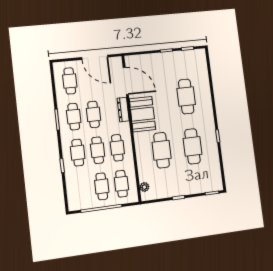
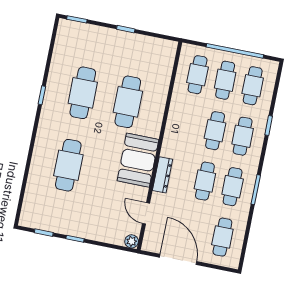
door: (126, 81) -> (146, 213), width x0.53
cafe table: (117, 148) -> (253, 86), moved
plant: (144, 187) -> (132, 241), moved

